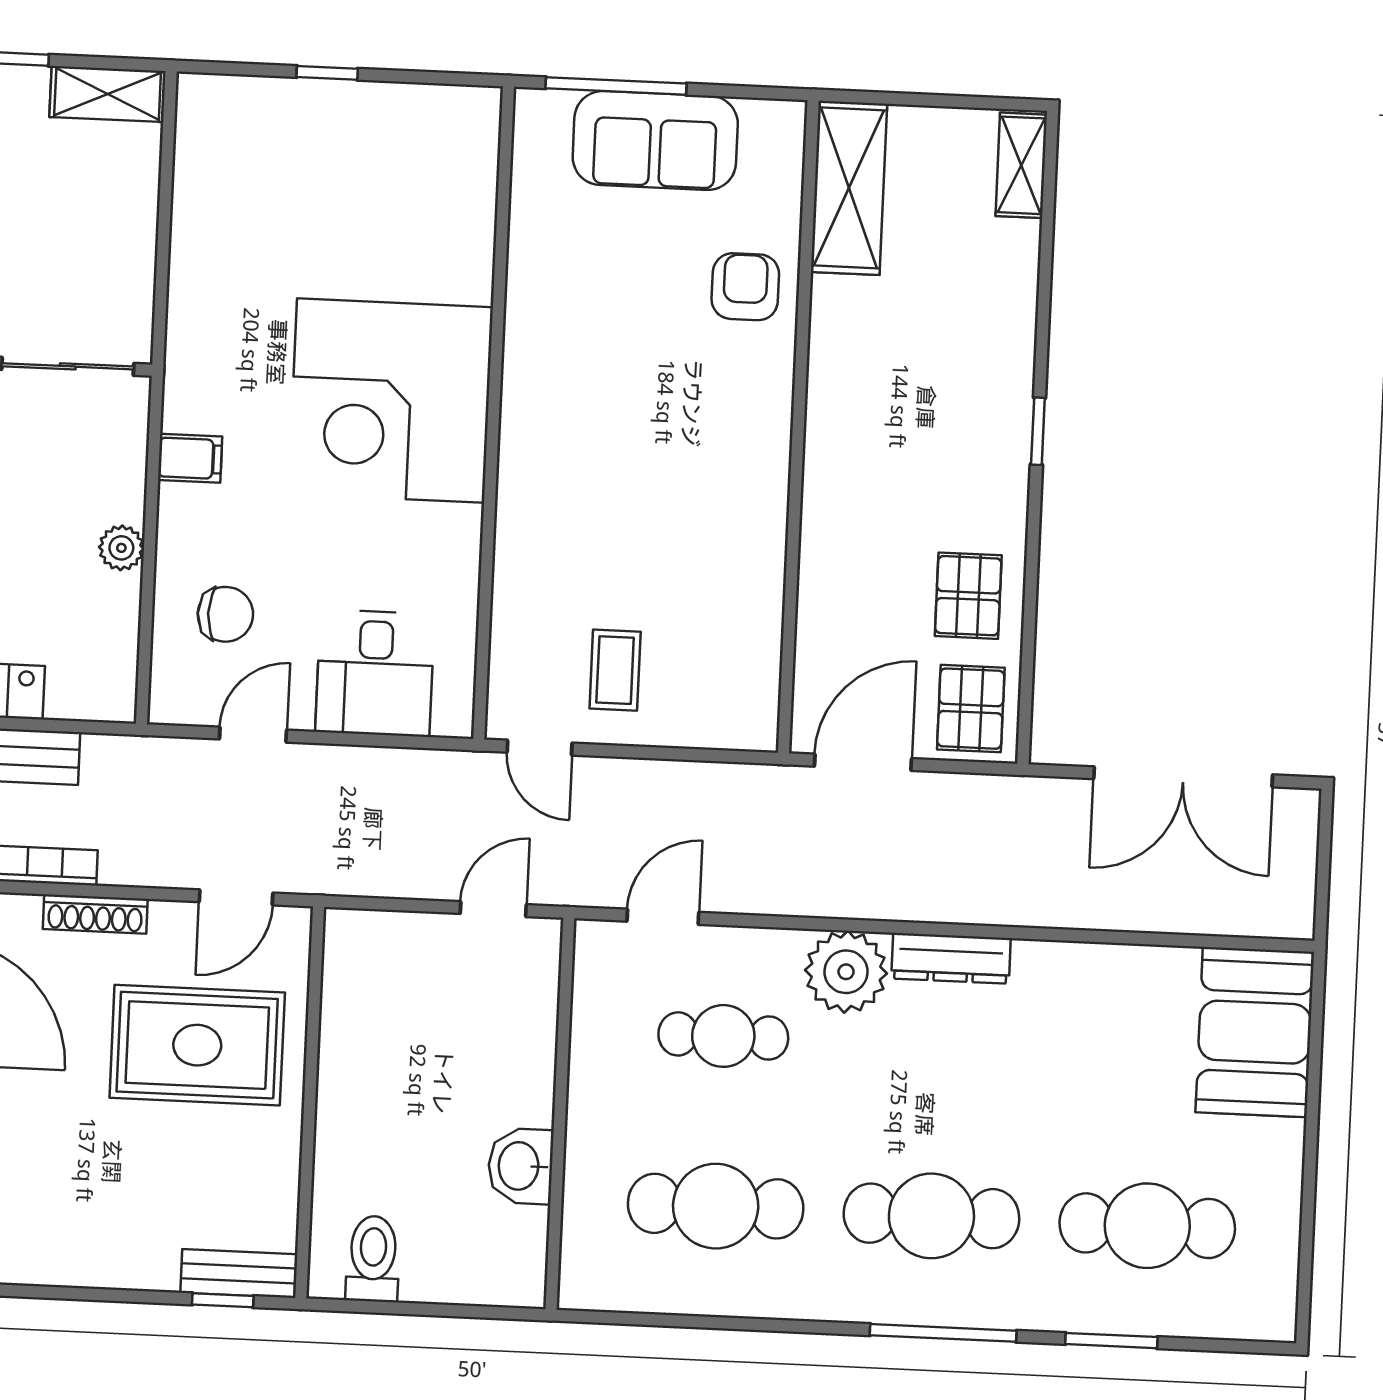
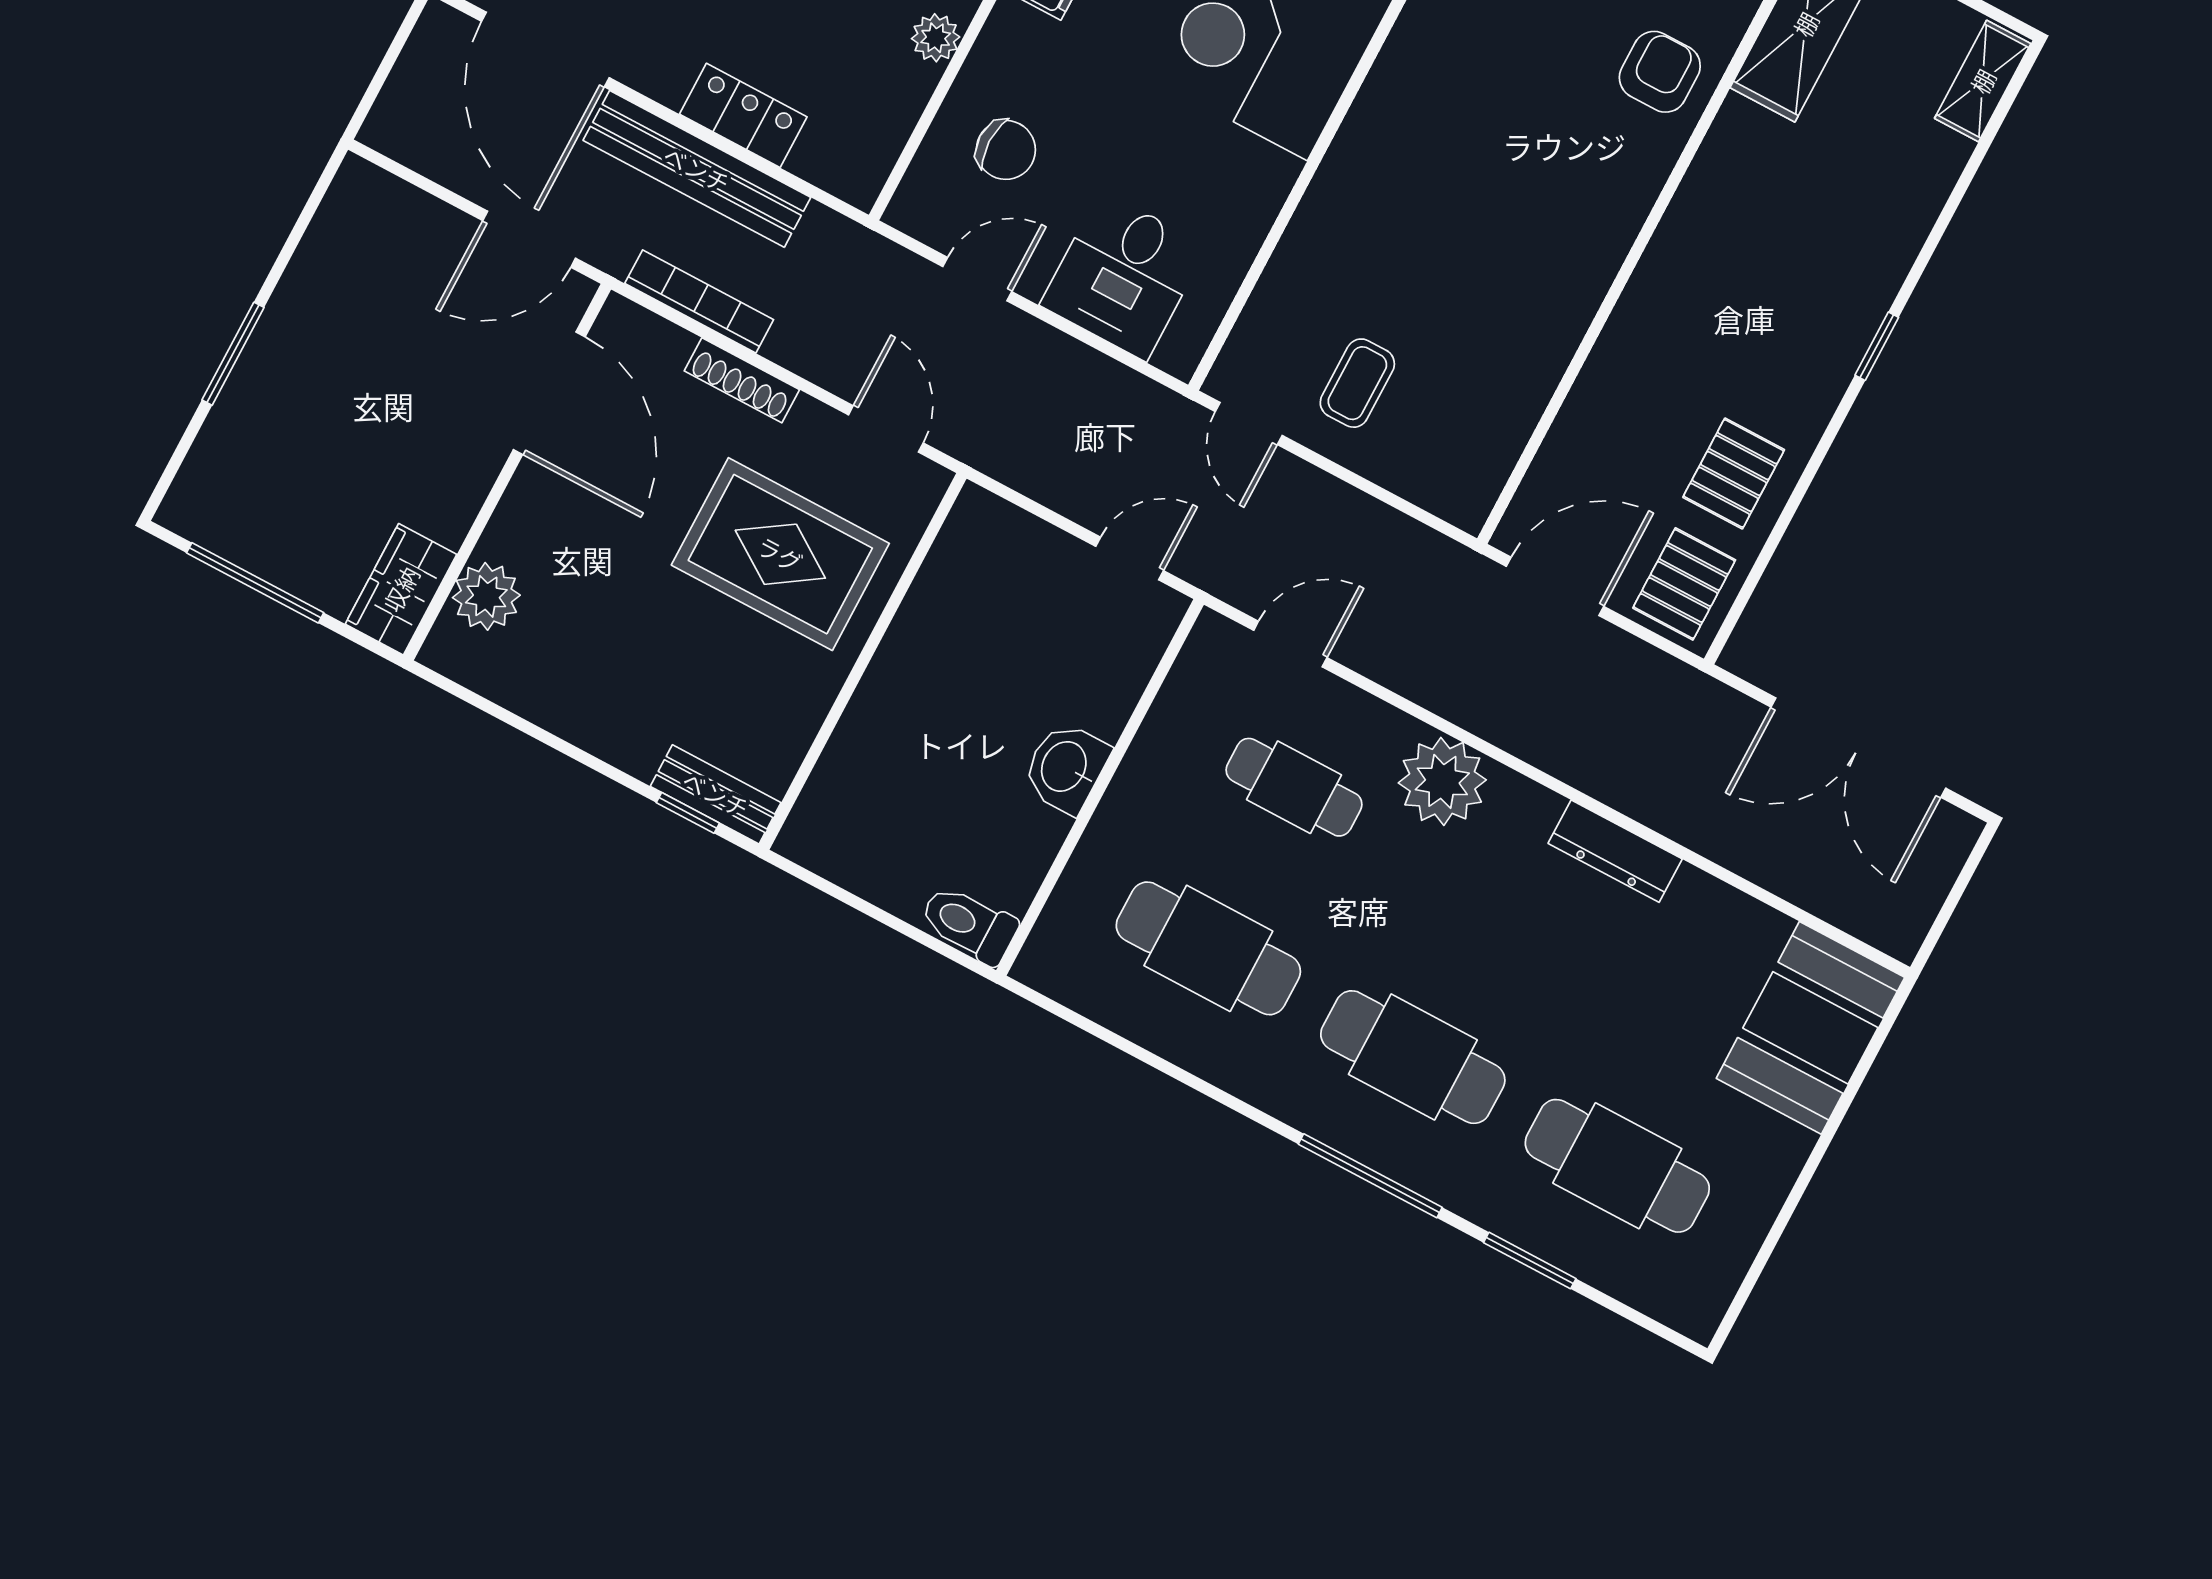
door: (236, 897) -> (886, 429), swing flipped
dresser: (951, 958) -> (1615, 851), moved
washbasin: (520, 1166) -> (1066, 767), moved
toilet: (373, 1259) -> (969, 924), moved, turned -90

